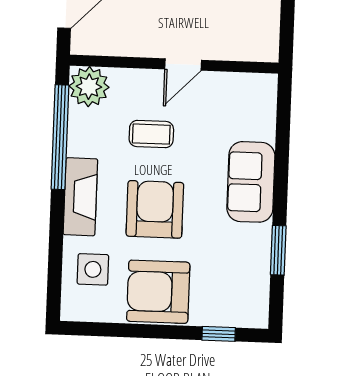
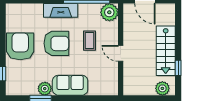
plant: (256, 240) -> (45, 89), added
side table: (93, 269) -> (29, 17), removed

